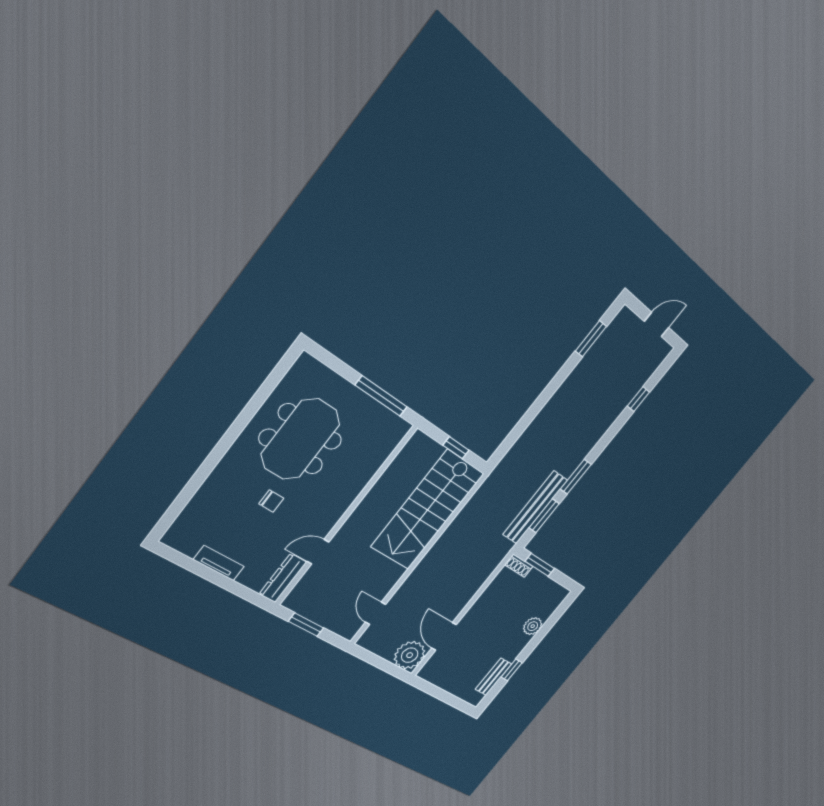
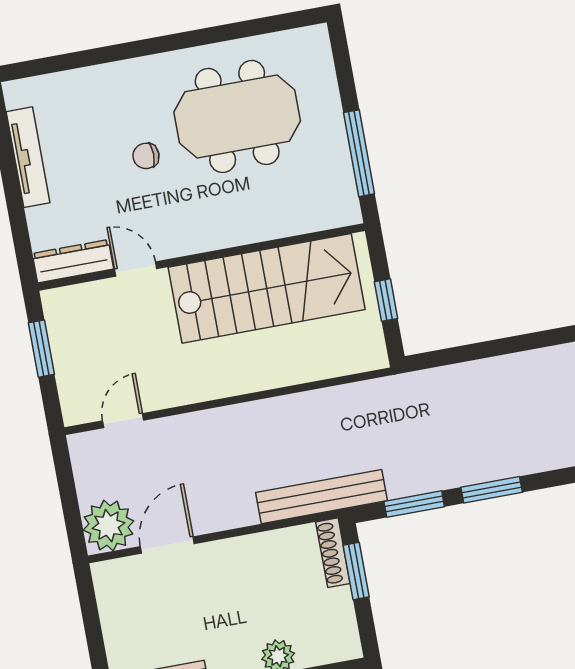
chair: (271, 501) -> (146, 156), turned 90
bench: (535, 507) -> (321, 497), moved
stairs: (427, 510) -> (267, 288), moved, turned 180
tv unit: (219, 563) -> (28, 157), width x1.41
shoe rack: (519, 566) -> (333, 553), width x1.43

